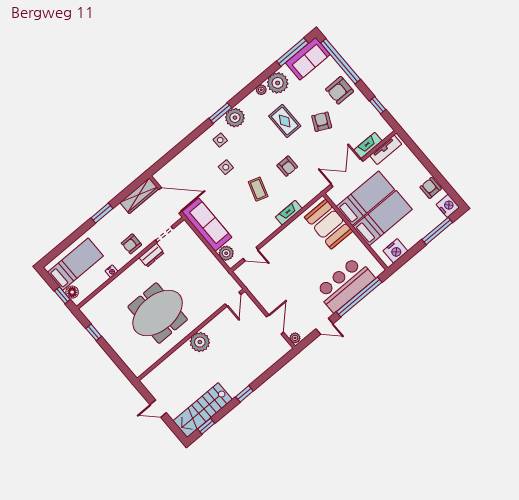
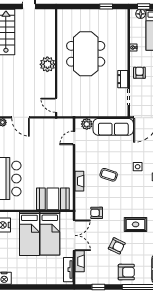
armchair: (340, 90) -> (126, 272), turned 90
armchair: (287, 166) -> (97, 213), moved
armchair: (431, 188) -> (23, 277), removed

